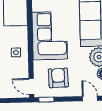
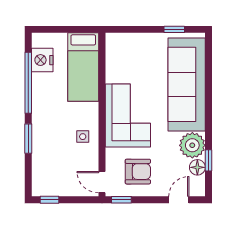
armchair: (58, 78) -> (138, 172), turned 92
door: (90, 99) -> (179, 200), hinge flipped

